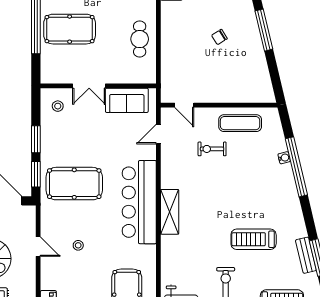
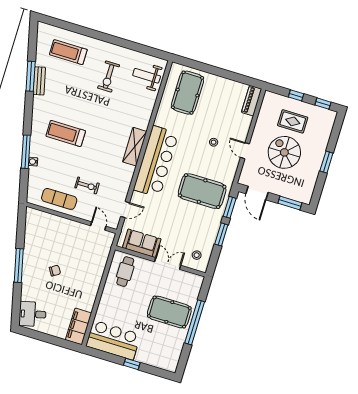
cafe table: (140, 39) -> (125, 272), moved
window: (296, 167) -> (26, 152), width x0.68
treadmill: (254, 239) -> (66, 133), moved, turned 180

